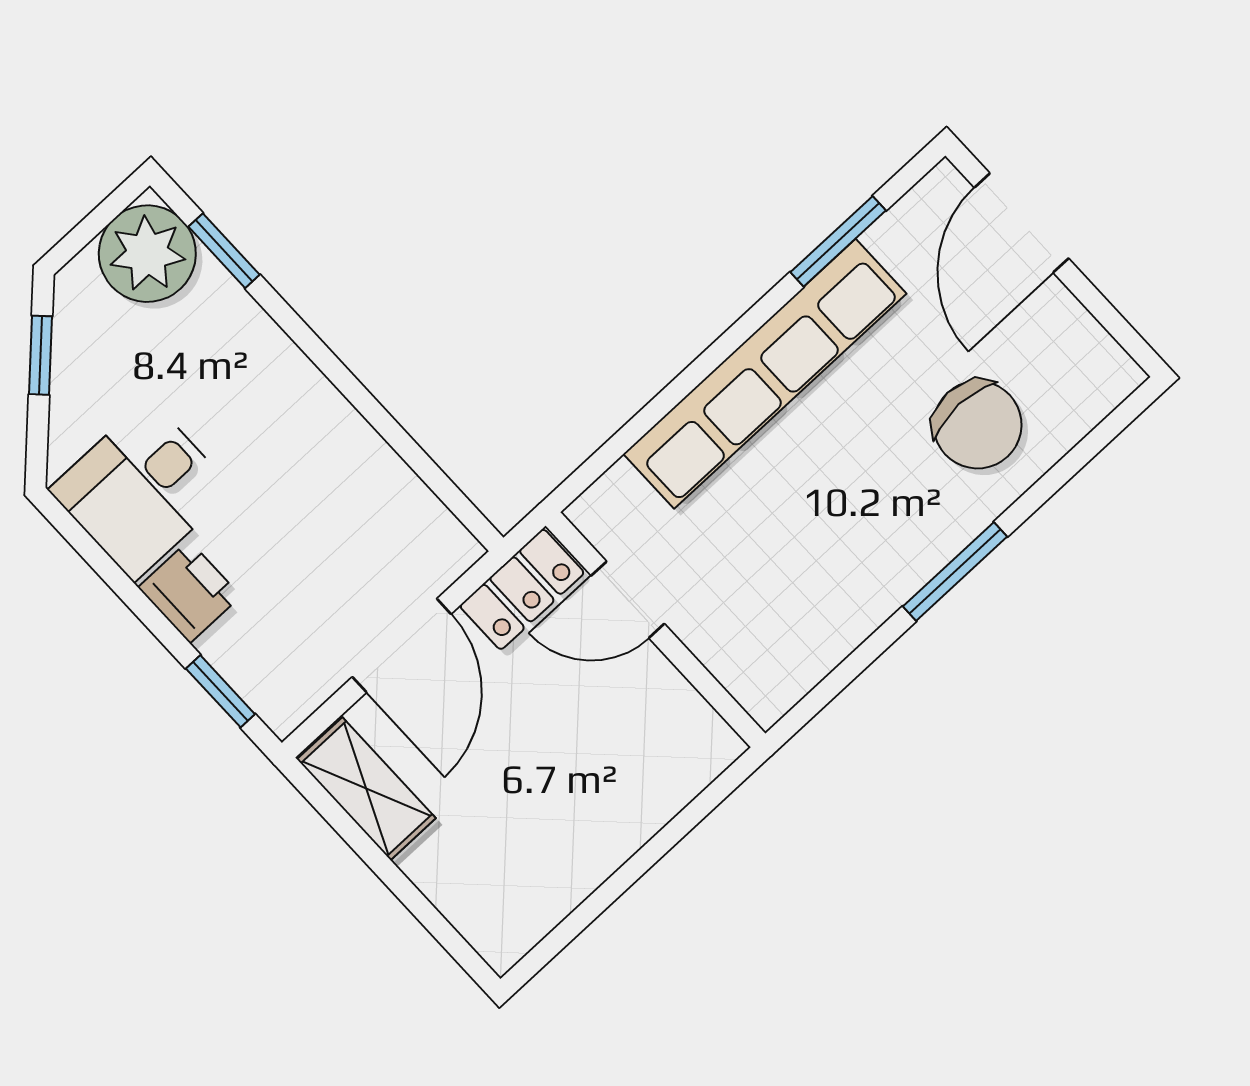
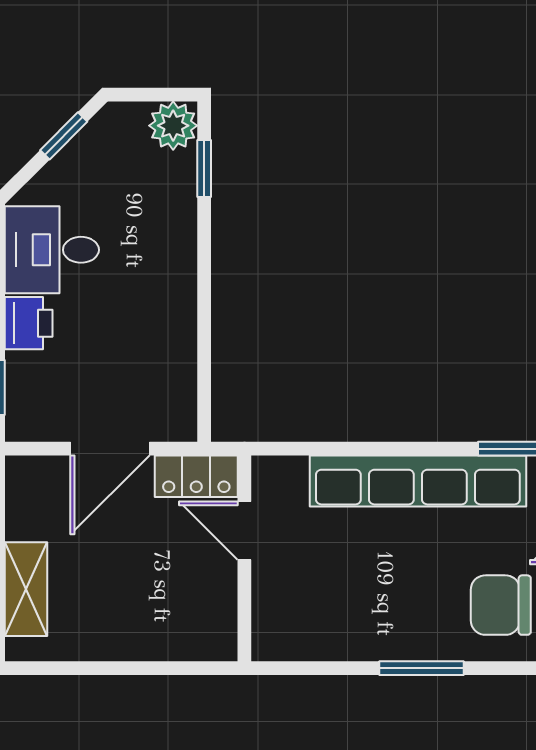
plant: (147, 254) -> (173, 126), width x0.73, depth x0.73
chair: (978, 425) -> (501, 605), turned 90
shelving: (366, 789) -> (26, 589), moved

